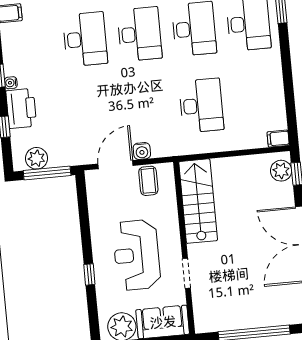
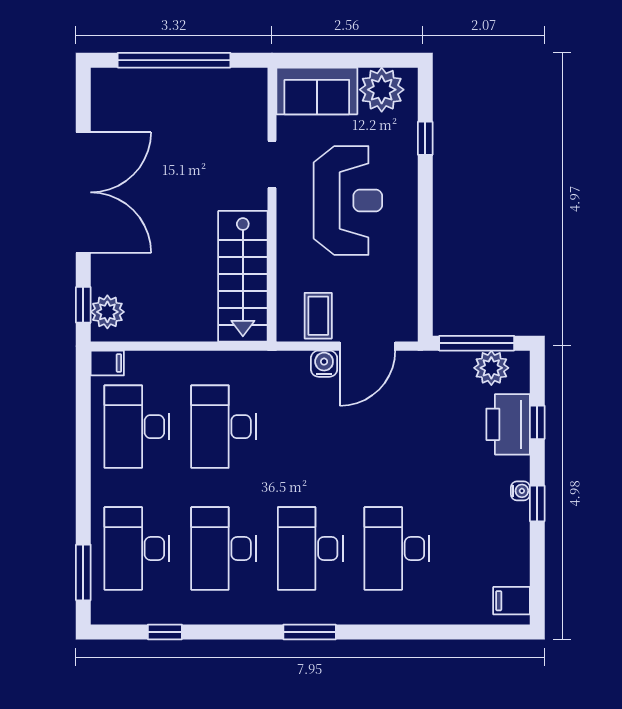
desk: (256, 100) -> (137, 427), added
printer: (21, 108) -> (508, 424), moved
window: (89, 274) -> (425, 138), moved

